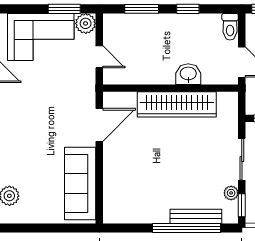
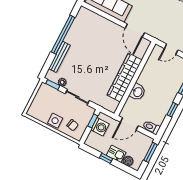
window: (186, 228) -> (63, 35), moved

